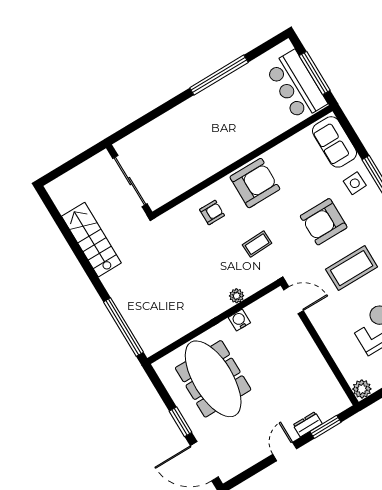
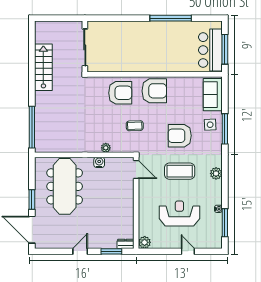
armchair: (212, 213) -> (120, 93), width x1.88, depth x1.88
dresser: (308, 424) -> (126, 244), moved

